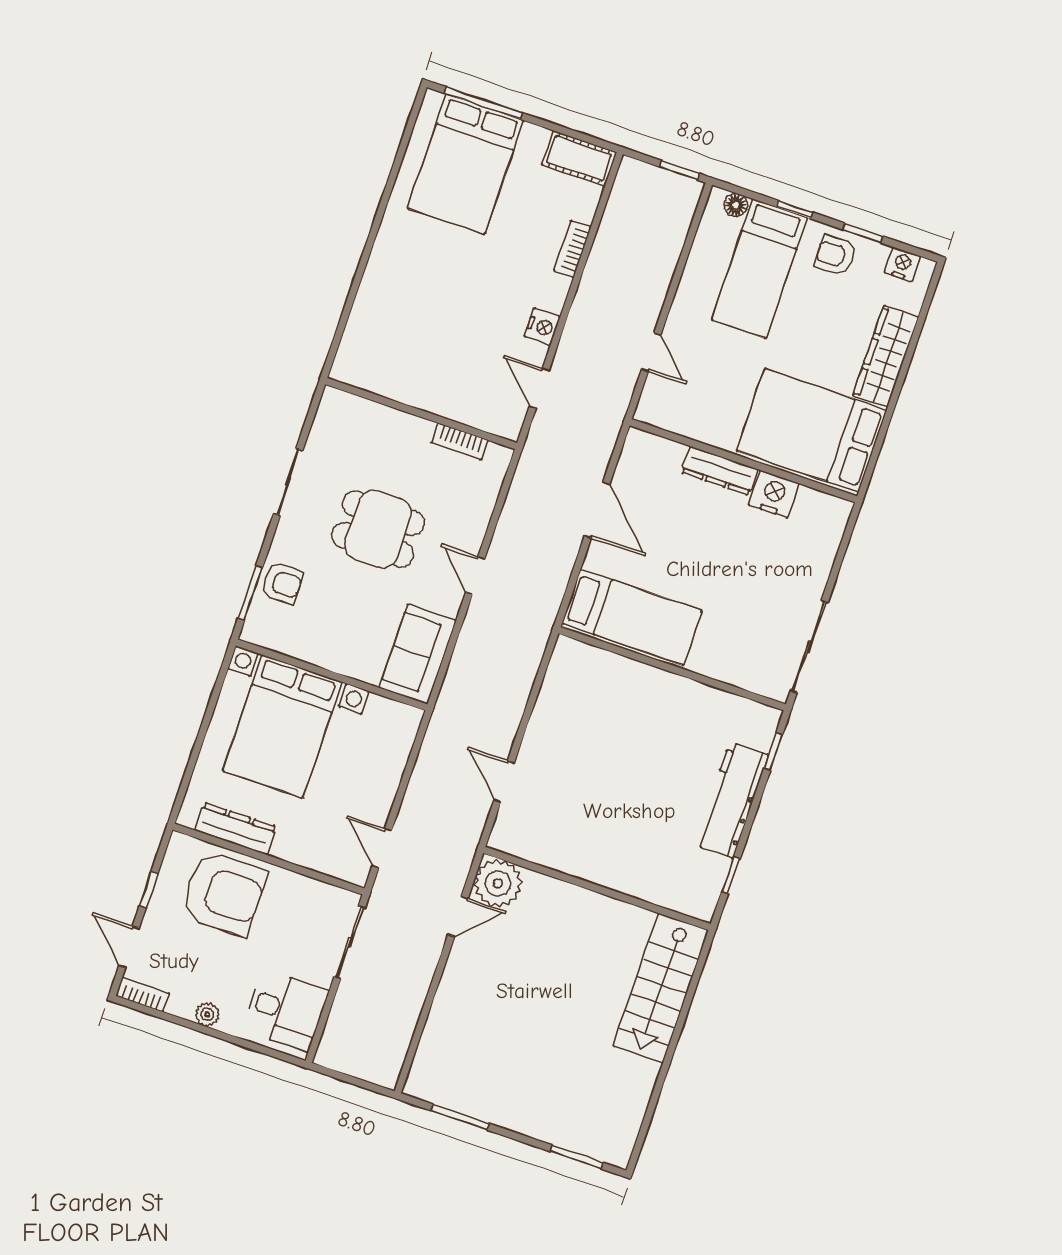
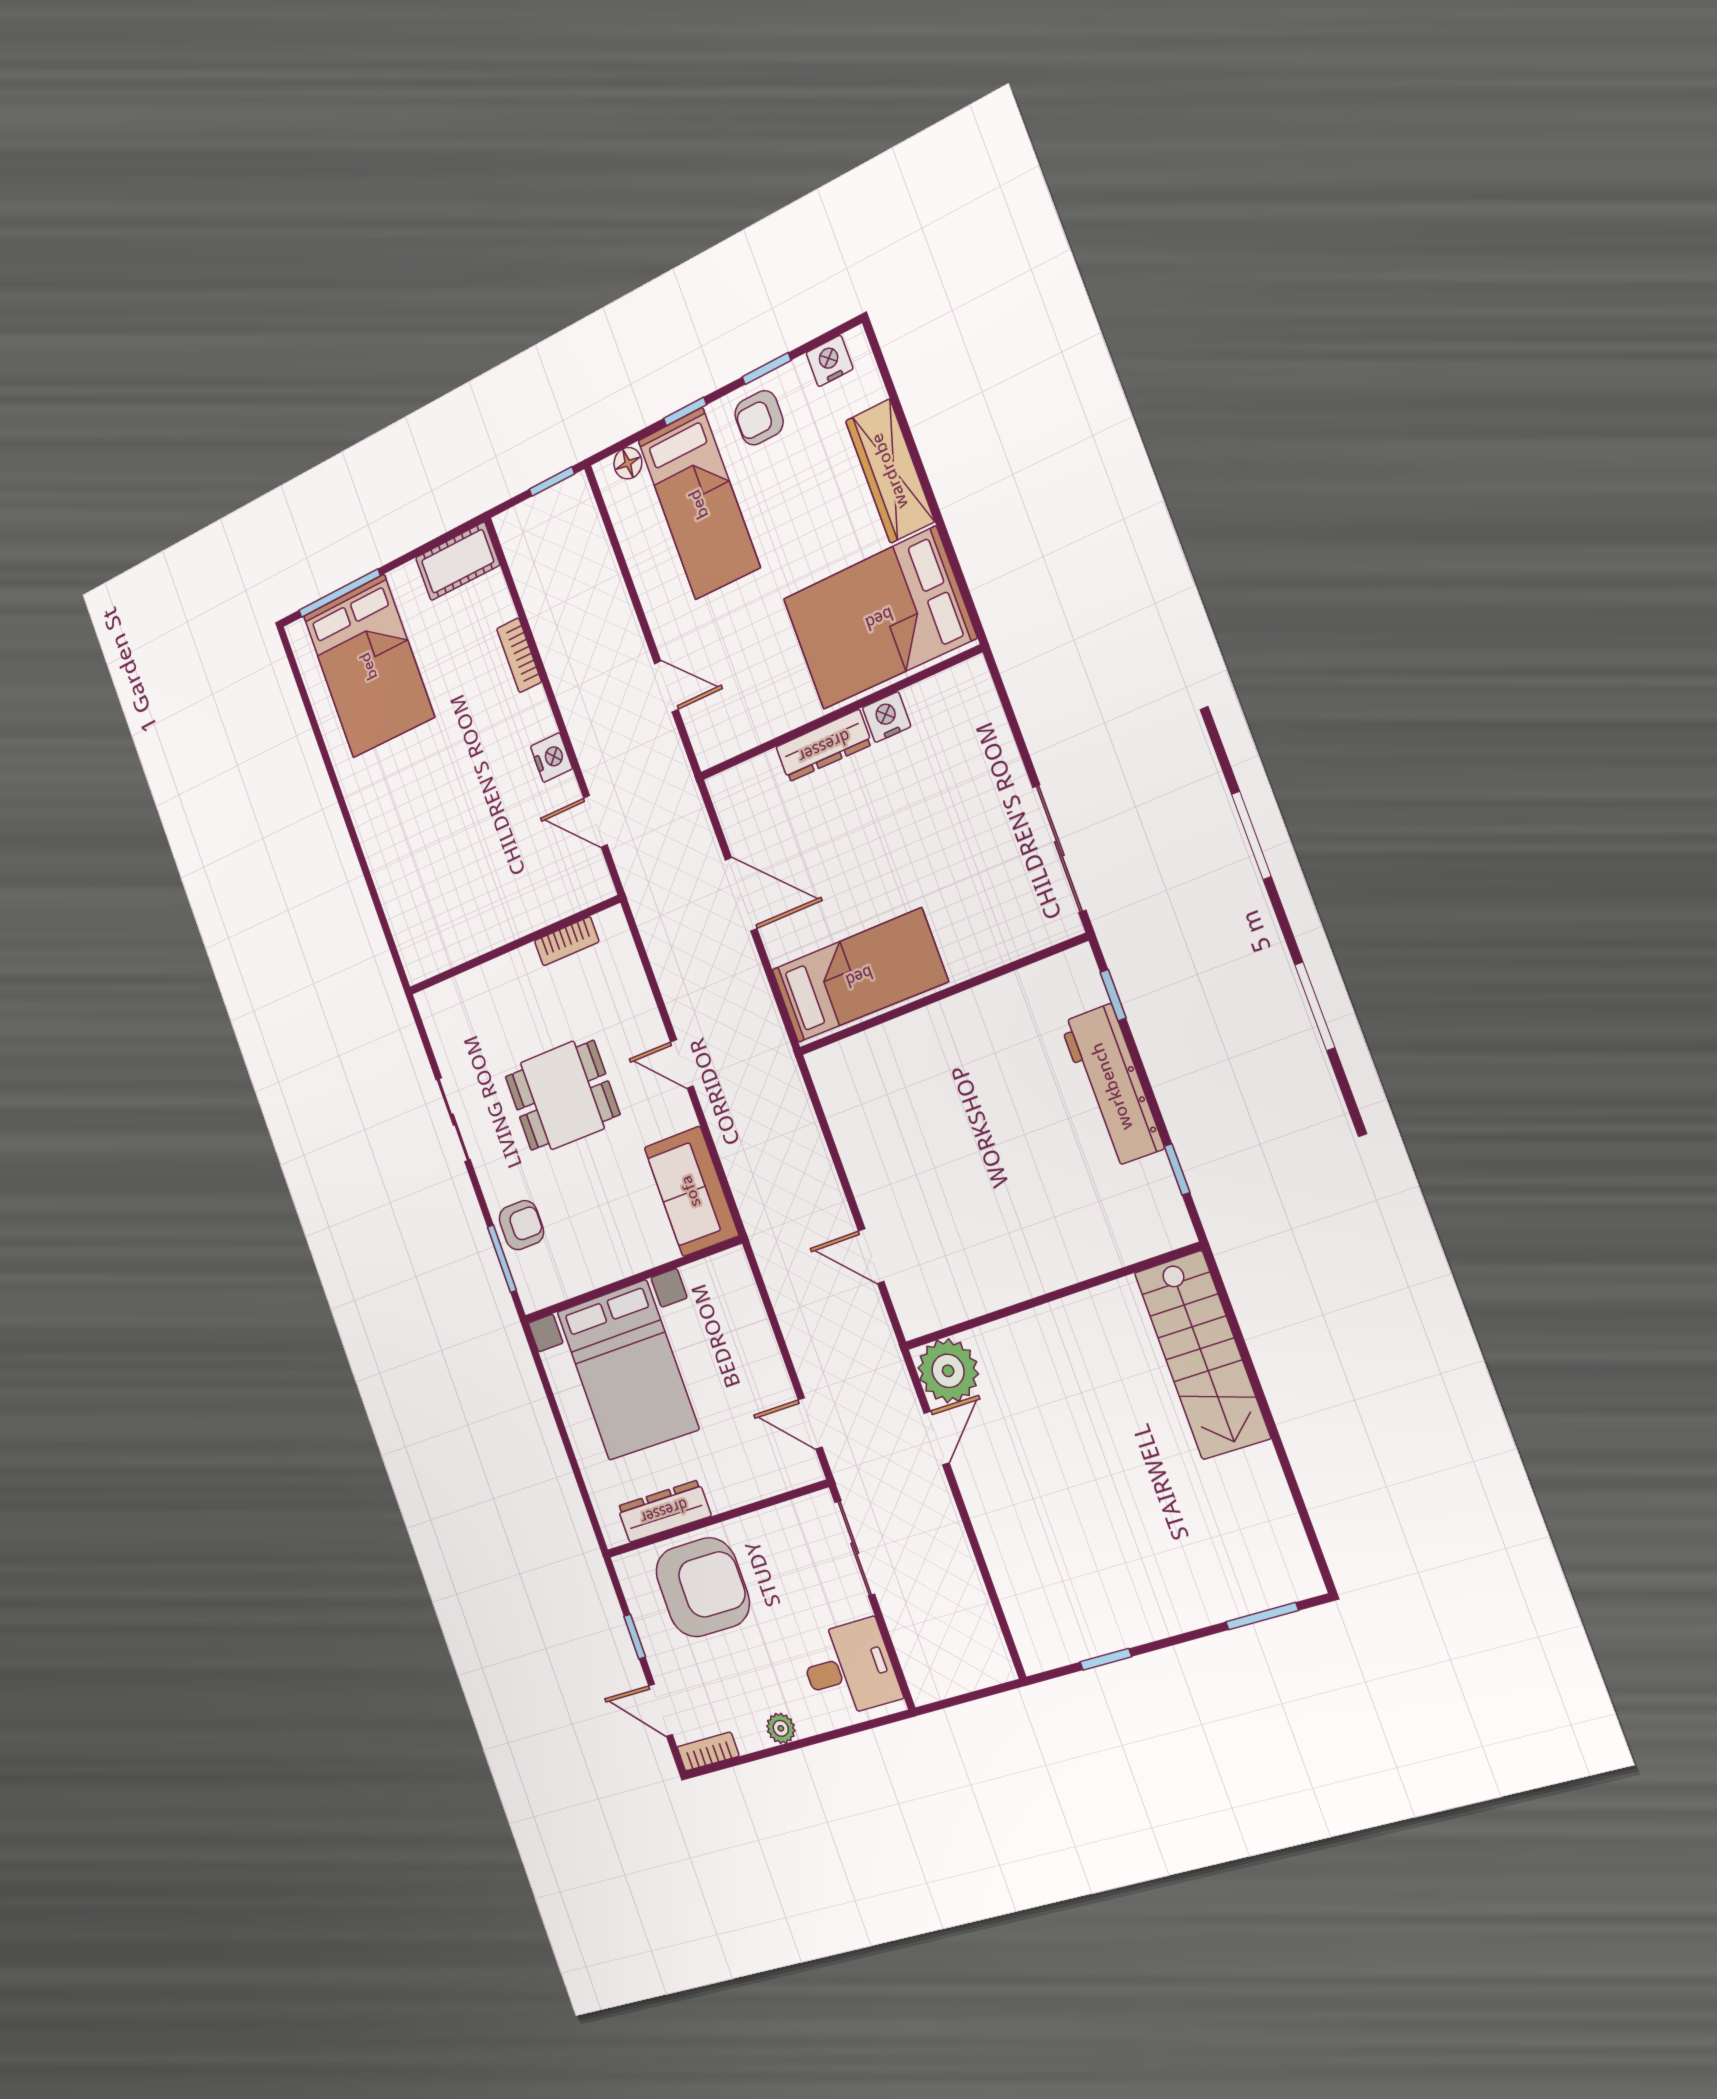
nightstand: (774, 494) -> (887, 717), width x0.74, depth x0.75
window: (460, 1117) -> (1106, 1659), width x0.67

